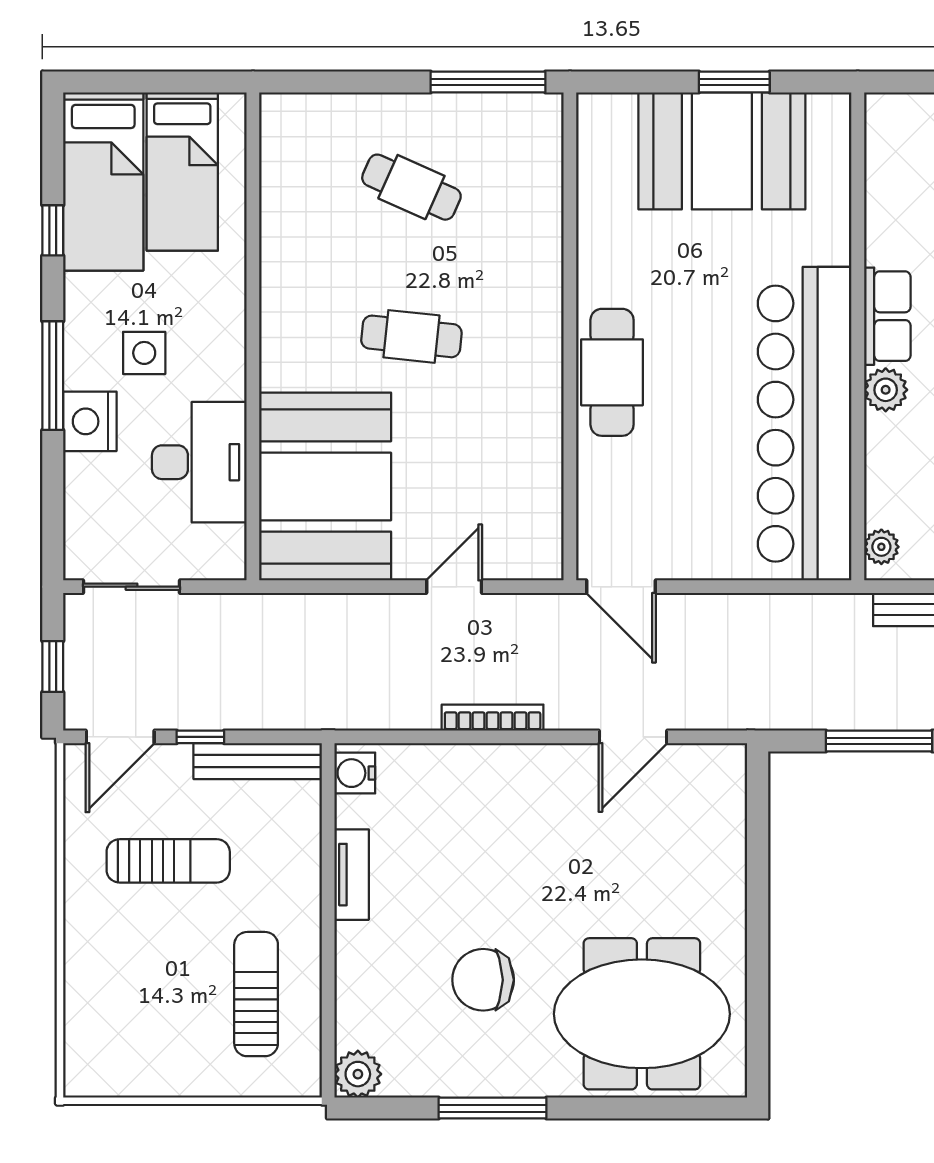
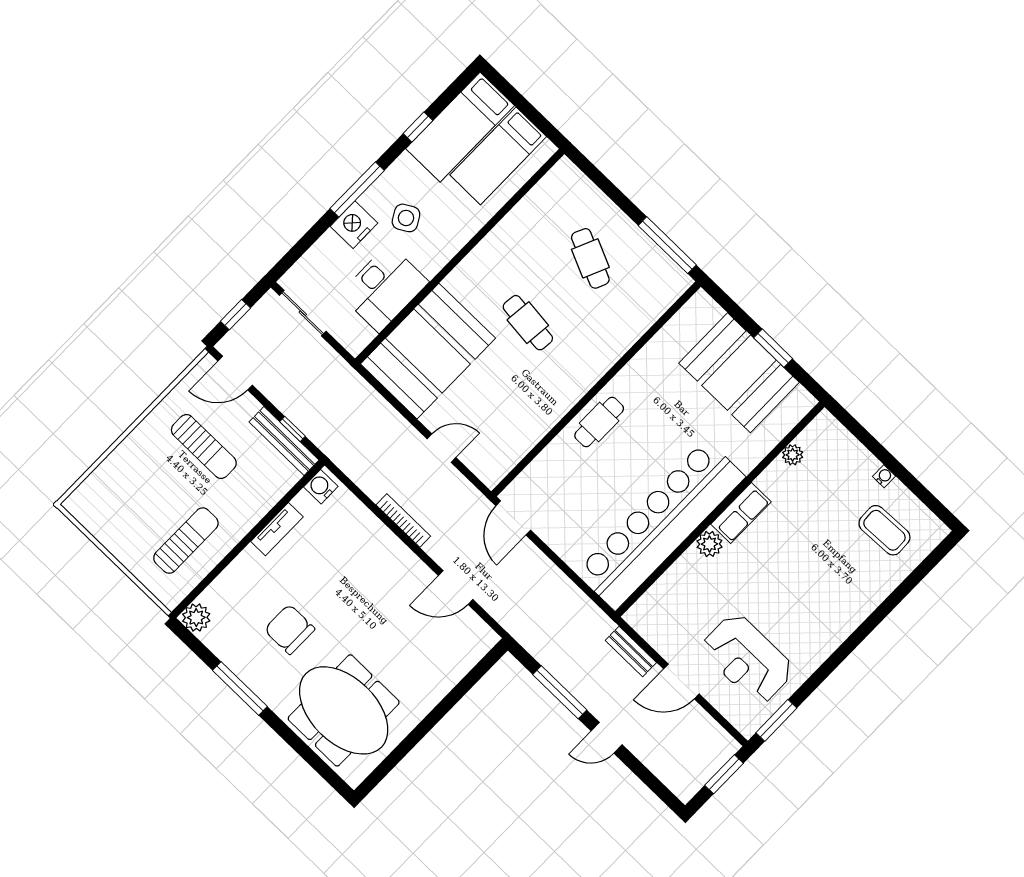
side table: (144, 353) -> (406, 218), turned -30
cafe table: (612, 372) -> (599, 422), width x0.73, depth x0.74
plant: (881, 547) -> (793, 455), moved
window: (200, 737) -> (293, 429), moved

